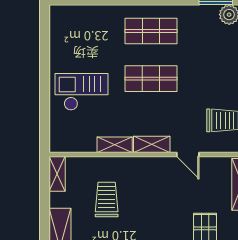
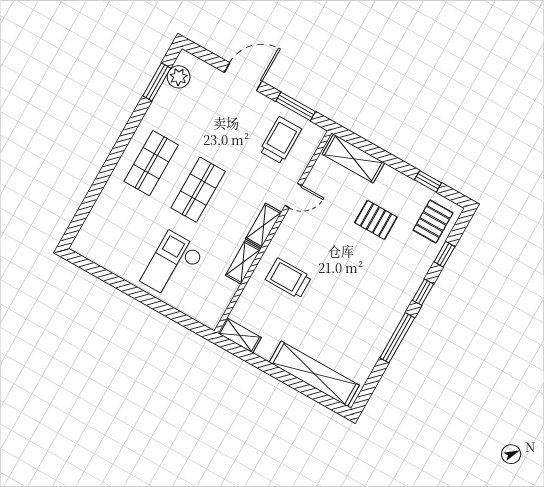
trolley: (107, 199) -> (288, 278), moved

